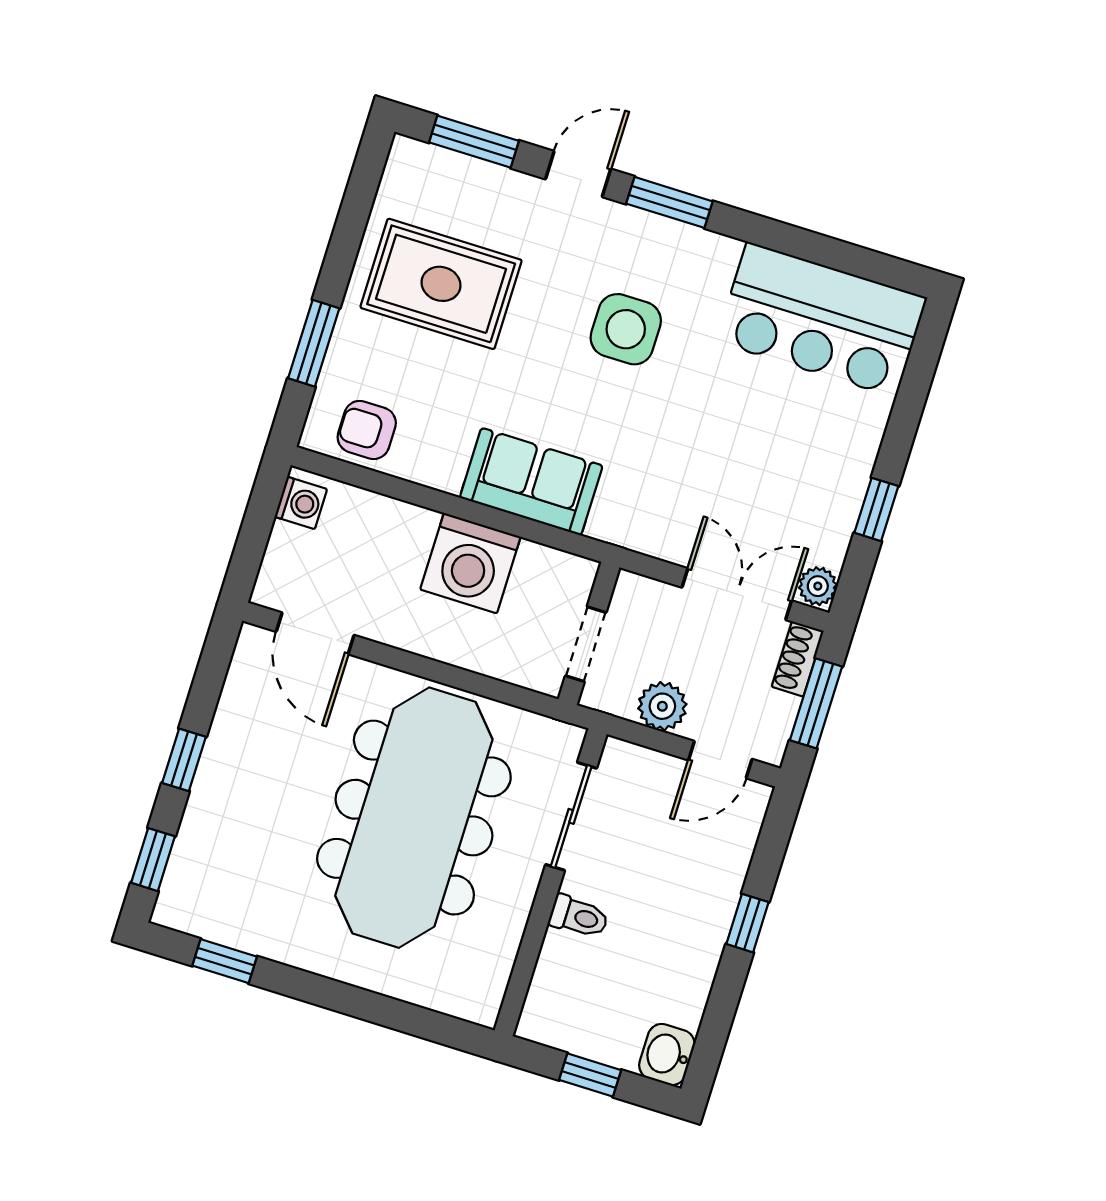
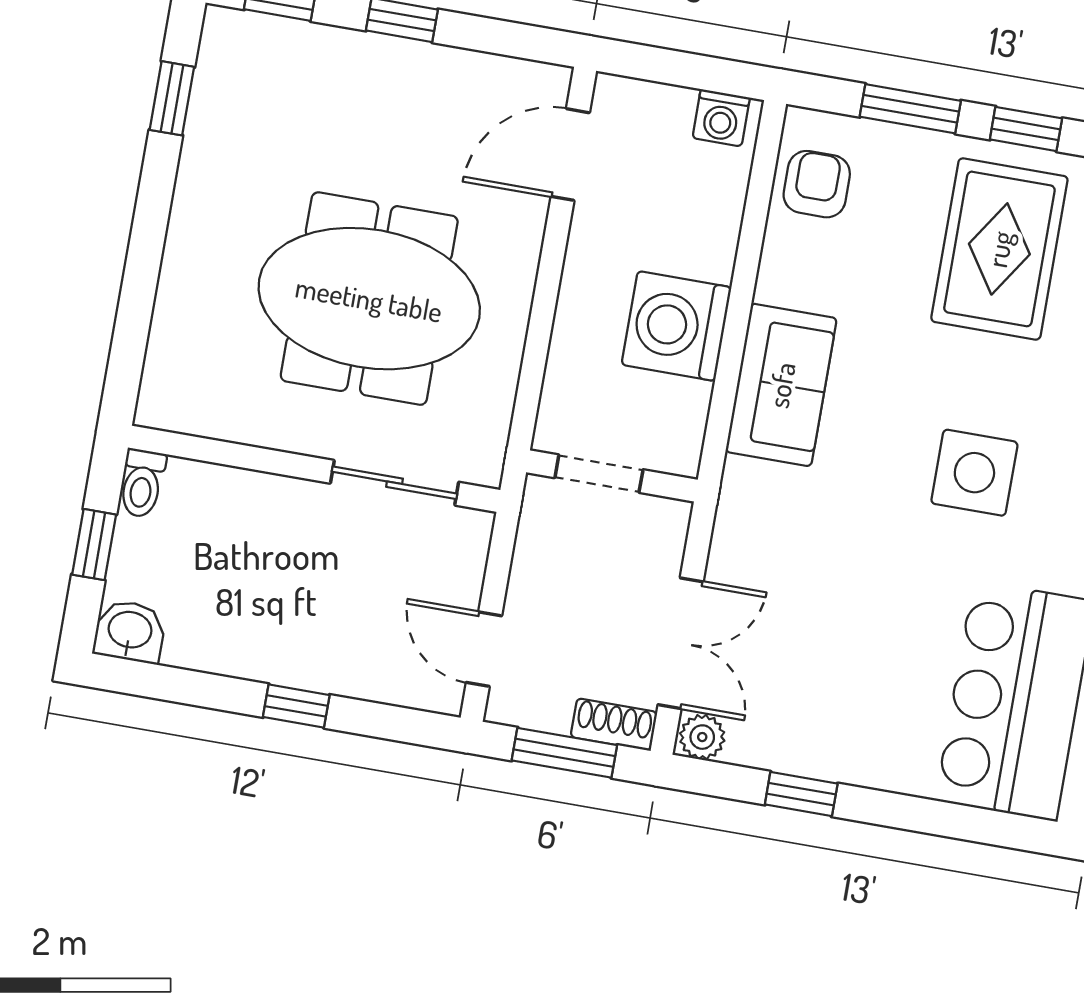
window: (343, 249) -> (1026, 129), added
plant: (662, 706) -> (538, 573), removed
meeting table: (414, 818) -> (369, 299), width x0.73
toilet: (579, 917) -> (142, 483), moved

